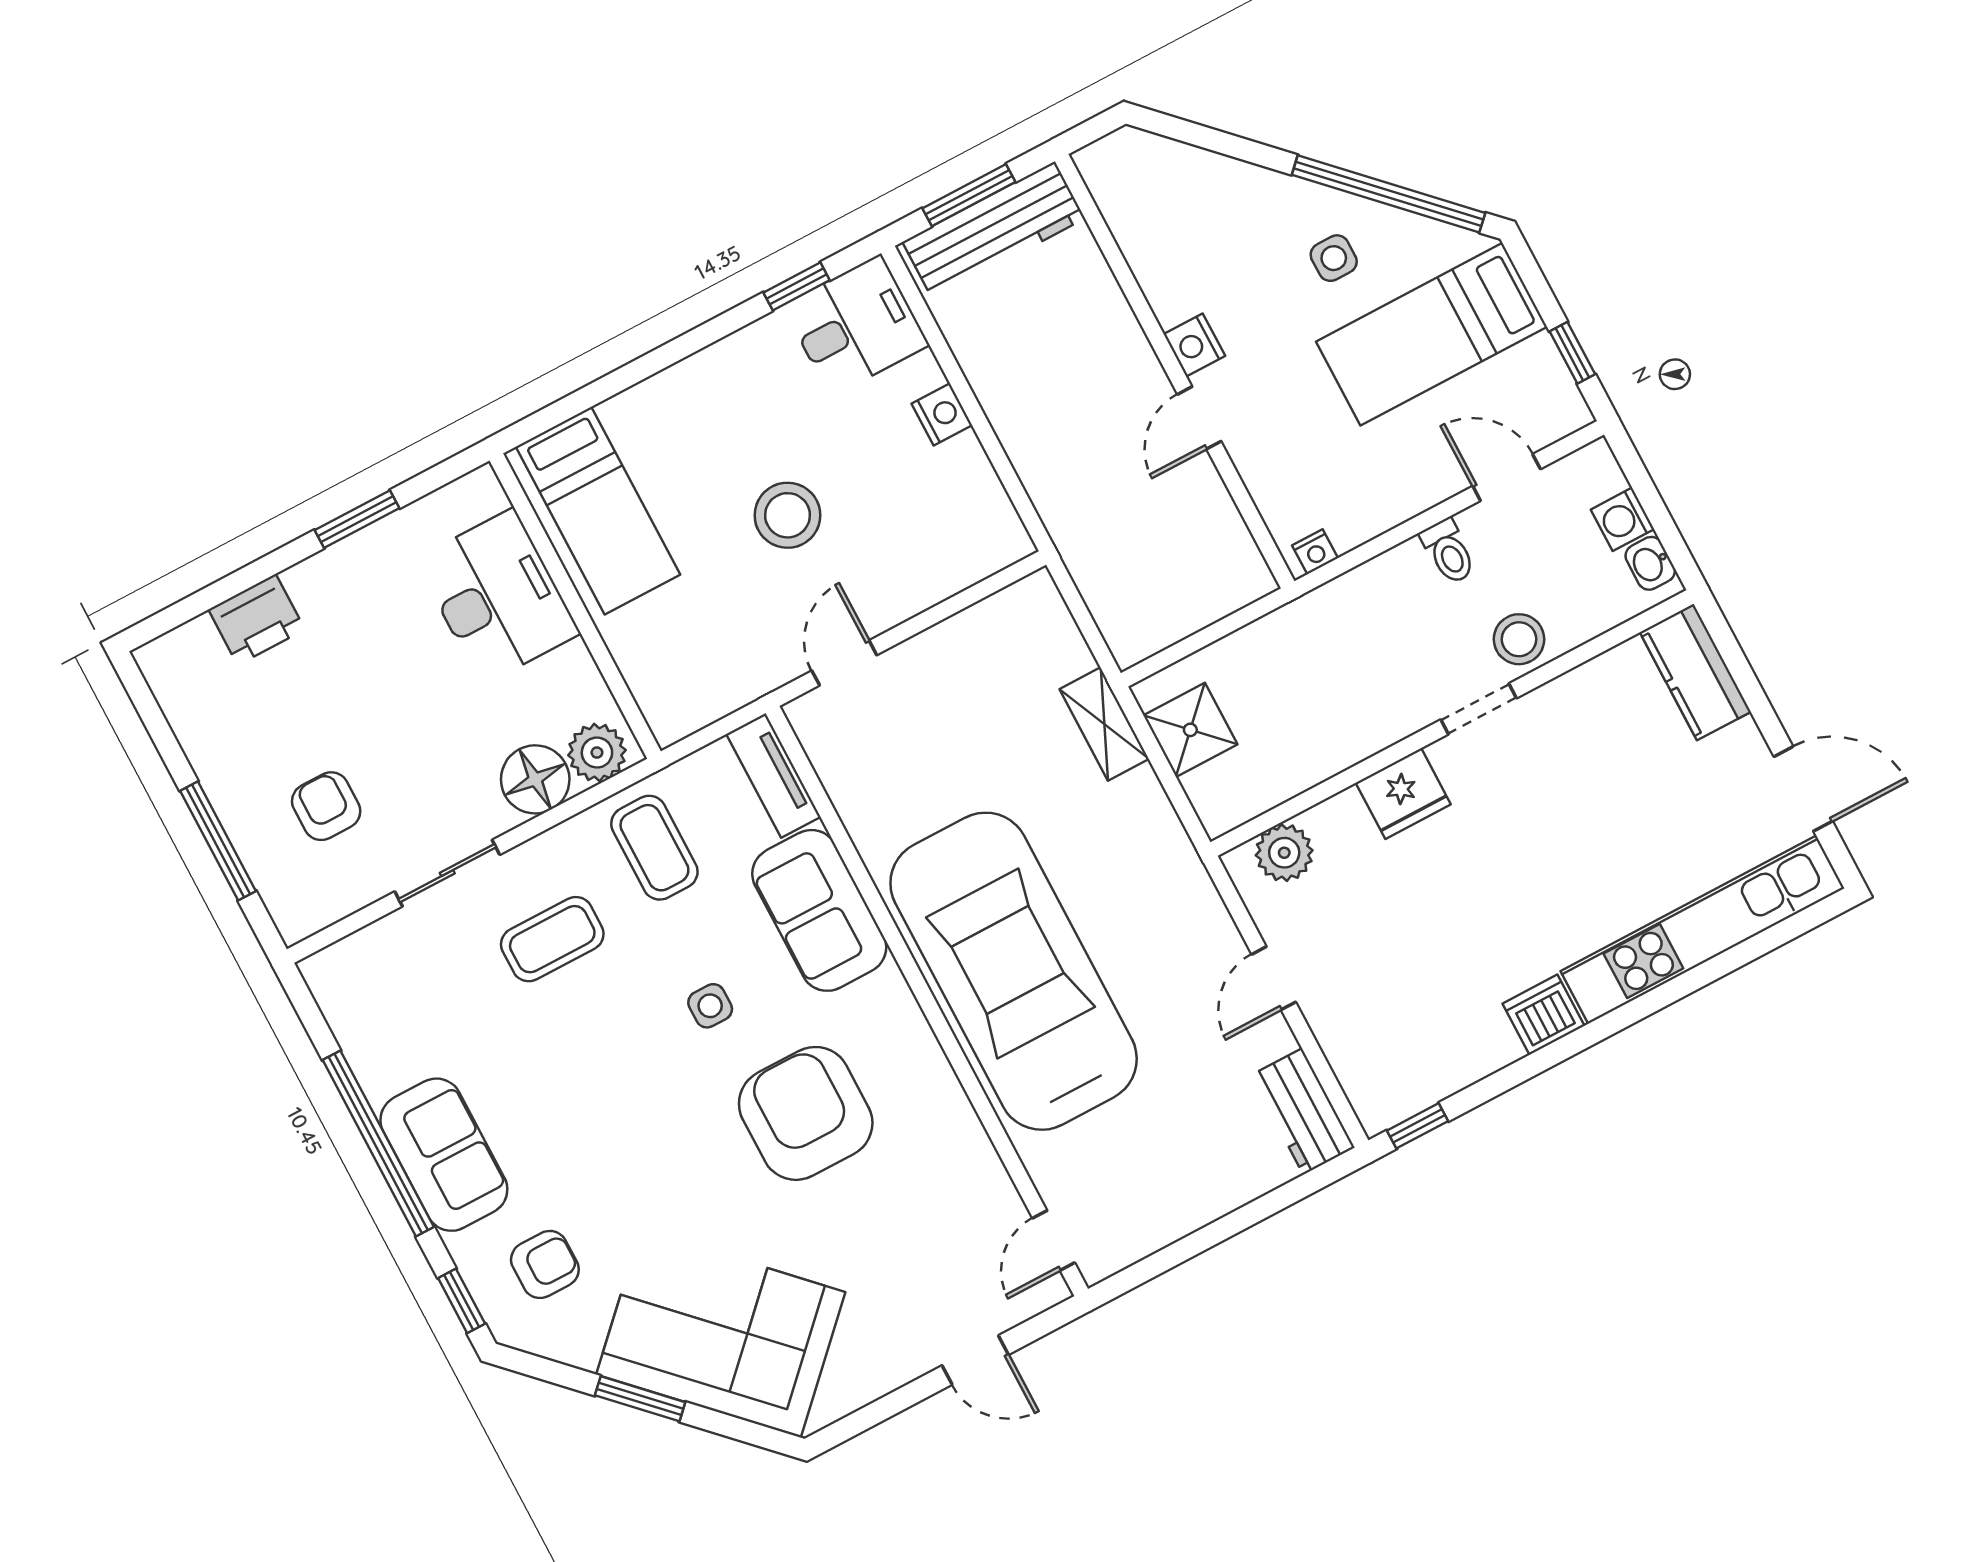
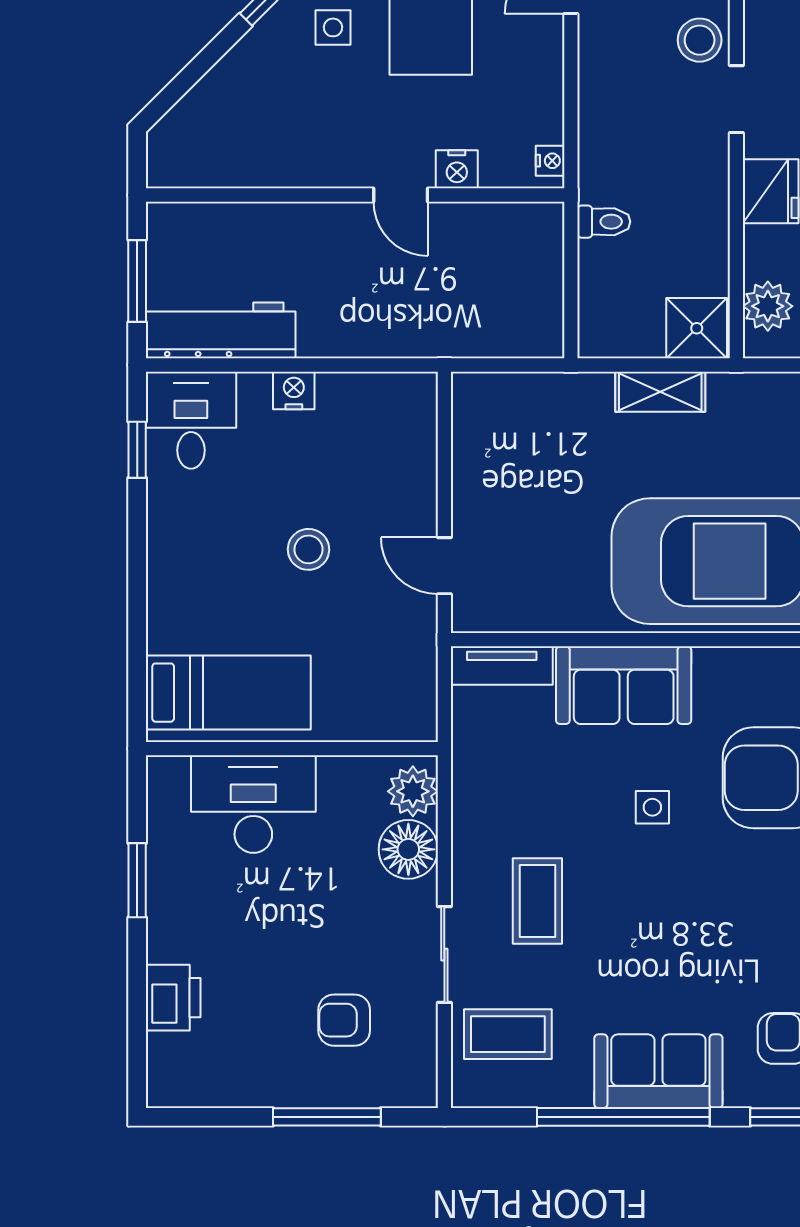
workbench: (994, 230) -> (221, 330), moved, turned -90
nightstand: (1194, 345) -> (457, 169), moved
stool: (788, 515) -> (309, 549), width x0.73, depth x0.73
toilet: (1448, 551) -> (604, 222), moved
shelving: (1104, 724) -> (660, 392), moved
shower: (1190, 730) -> (697, 328), moved
coffee table: (654, 848) -> (508, 1034), moved

